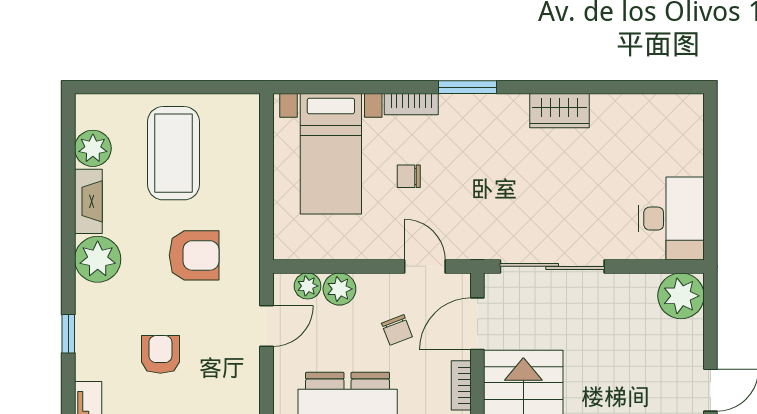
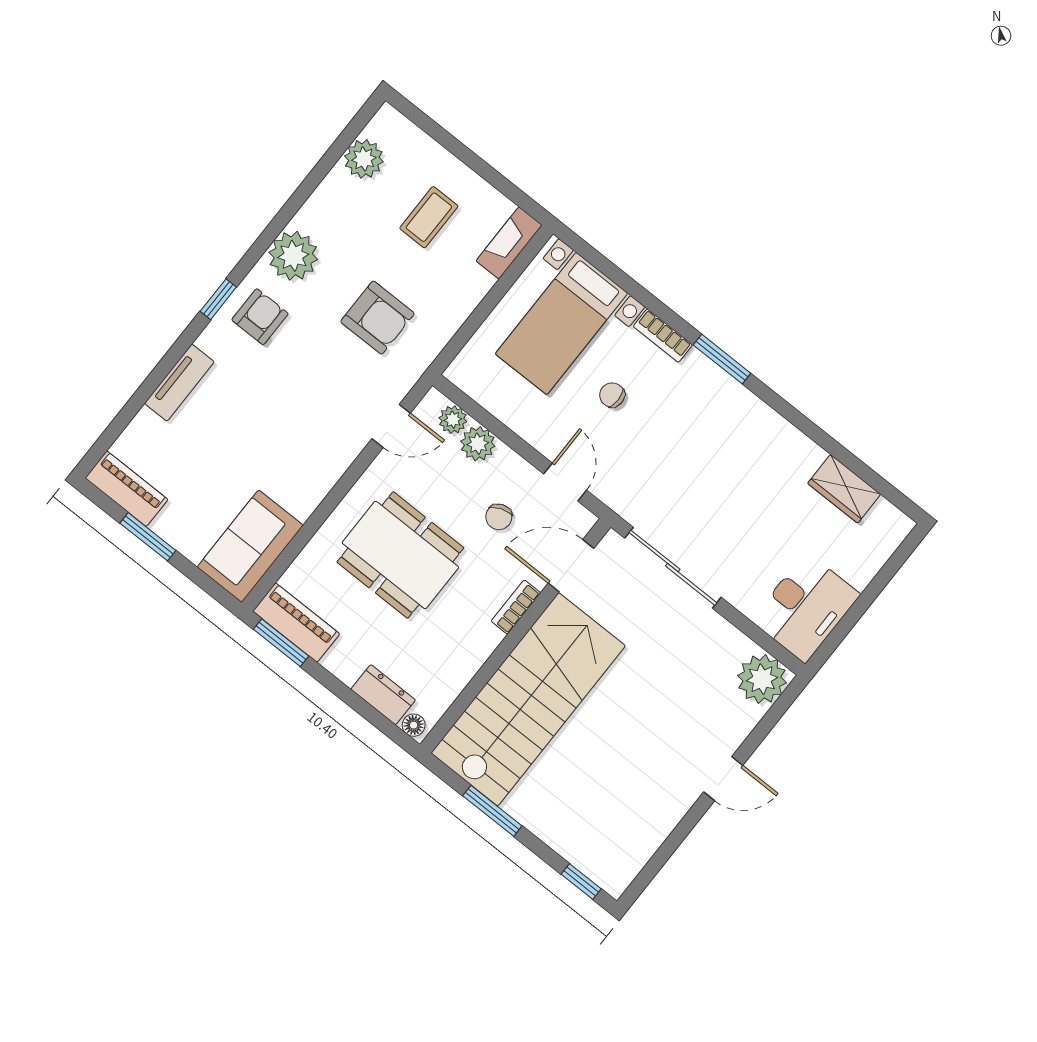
wardrobe: (559, 111) -> (844, 489), moved
coffee table: (174, 153) -> (429, 217), width x0.54, depth x0.58
fireplace: (88, 201) -> (509, 243), moved, turned 180
armchair: (160, 354) -> (260, 317), moved

